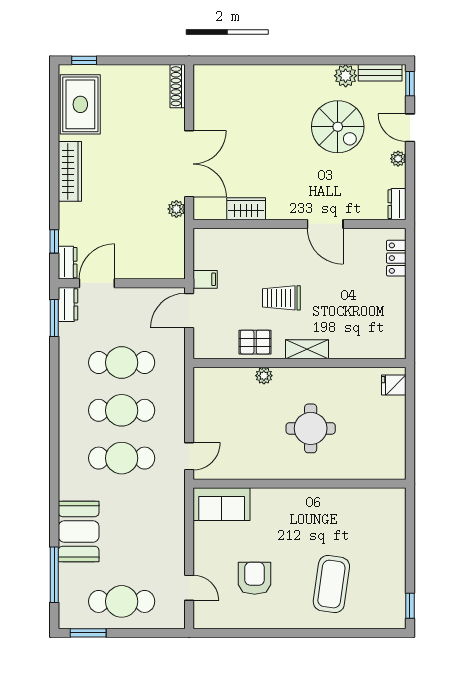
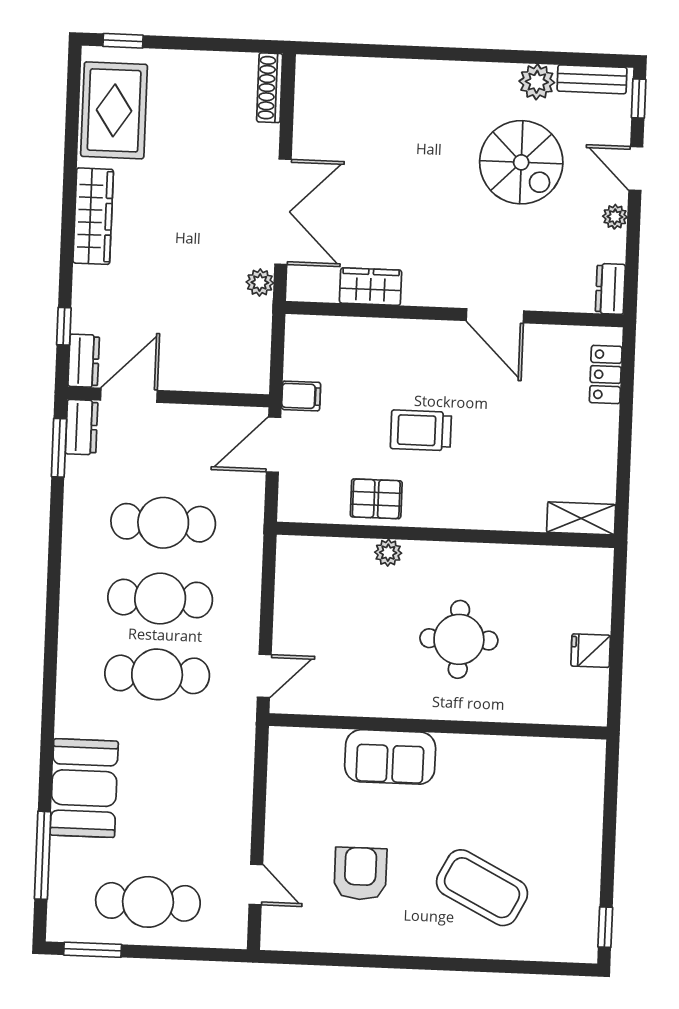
shelving: (307, 349) -> (581, 518), moved
fridge: (394, 385) -> (591, 651), moved
sofa: (222, 504) -> (390, 757), moved
coffee table: (331, 584) -> (482, 888), turned -71

